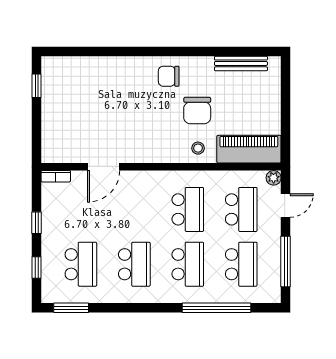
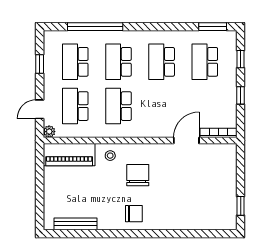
chair: (197, 111) -> (138, 175), moved
bookcase: (56, 176) -> (218, 133), width x1.56
window: (286, 261) -> (40, 64), width x0.46

